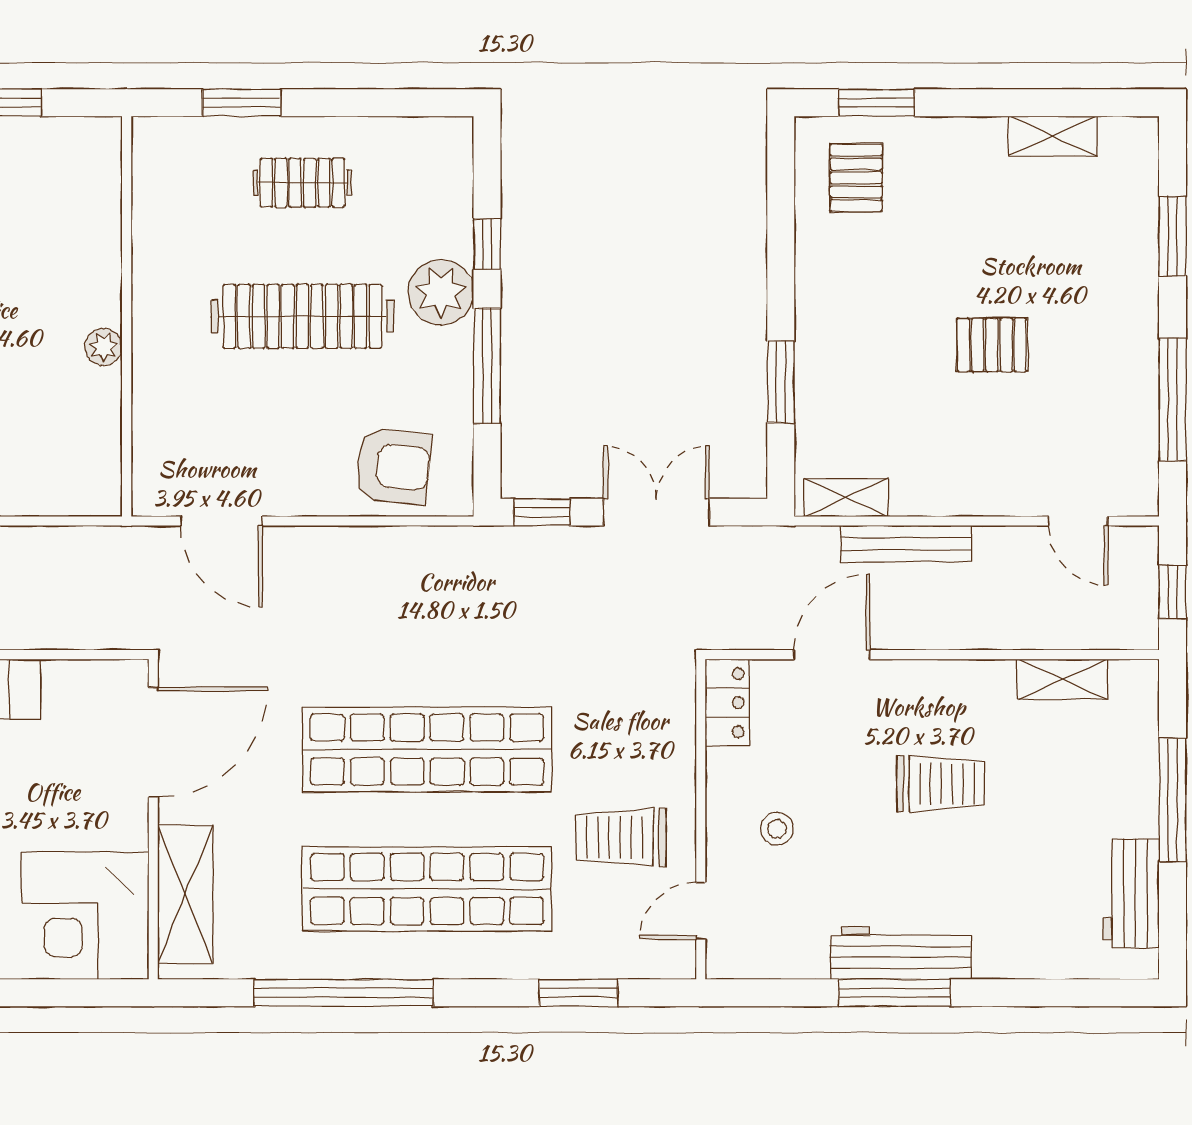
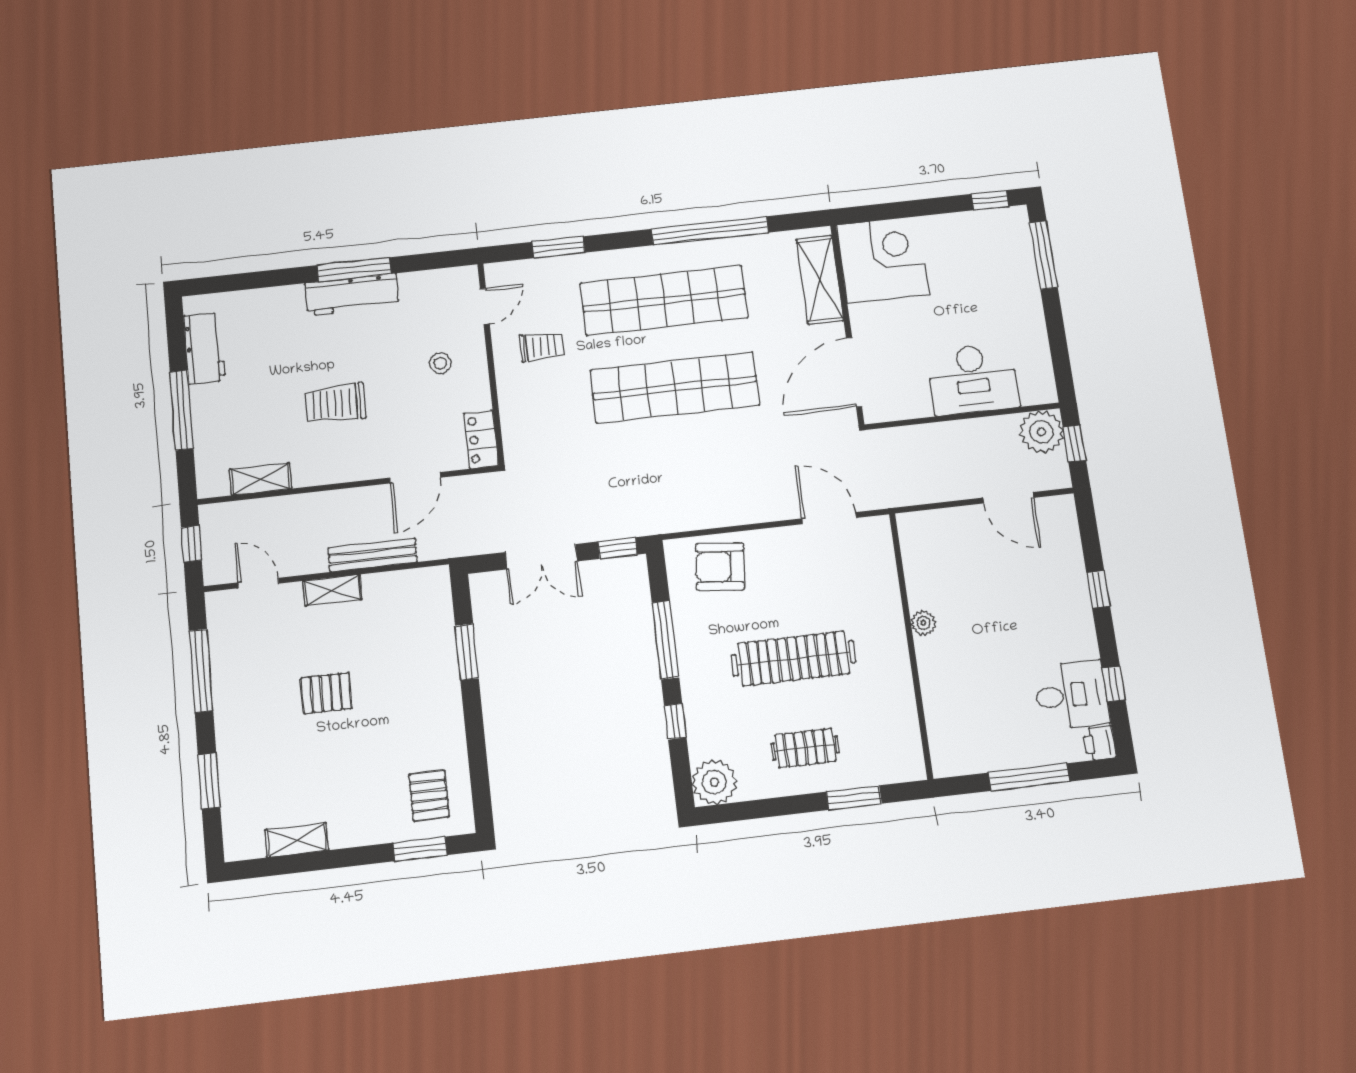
plant: (441, 292) -> (714, 782), moved
shelving: (846, 498) -> (332, 590), moved
trolley: (621, 837) -> (542, 346), width x0.73, depth x0.72

